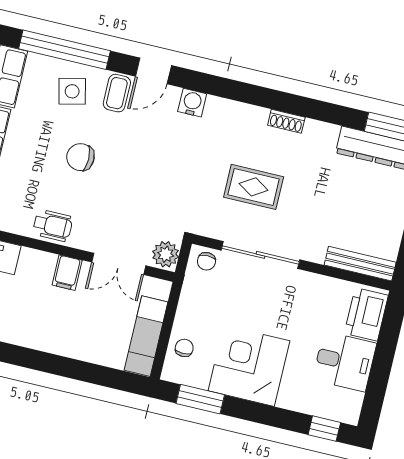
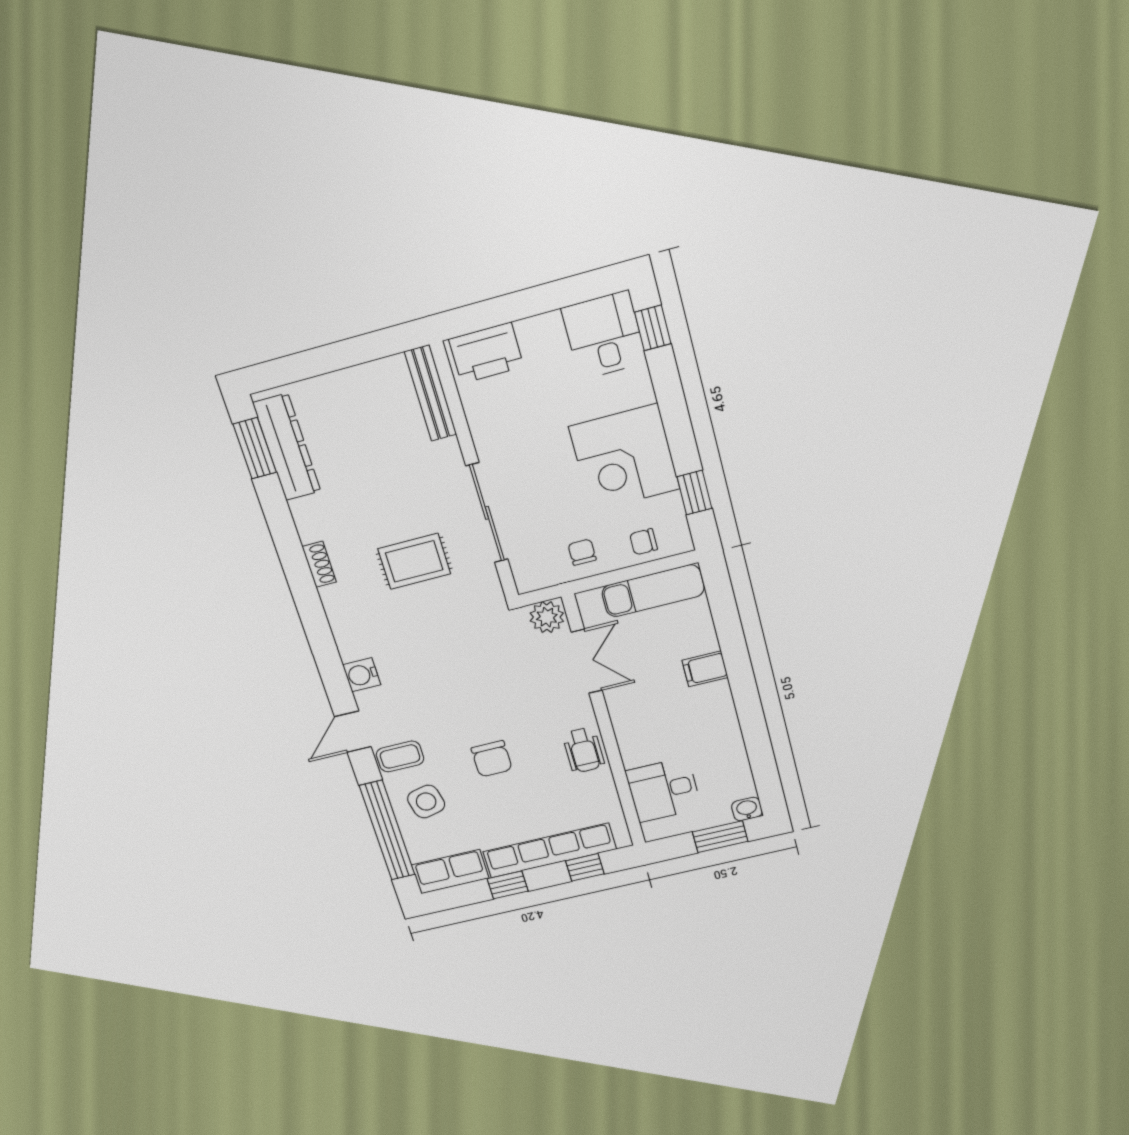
door: (153, 71) -> (353, 732), swing flipped
rug: (254, 187) -> (414, 561), turned 90
wheelchair: (53, 225) -> (583, 750), turned 180
chair: (206, 261) -> (582, 552), moved, turned -90
filing cabinet: (67, 273) -> (705, 669), moved, turned 180
desk: (345, 362) -> (604, 335), moved
window: (200, 399) -> (694, 493), width x0.67

